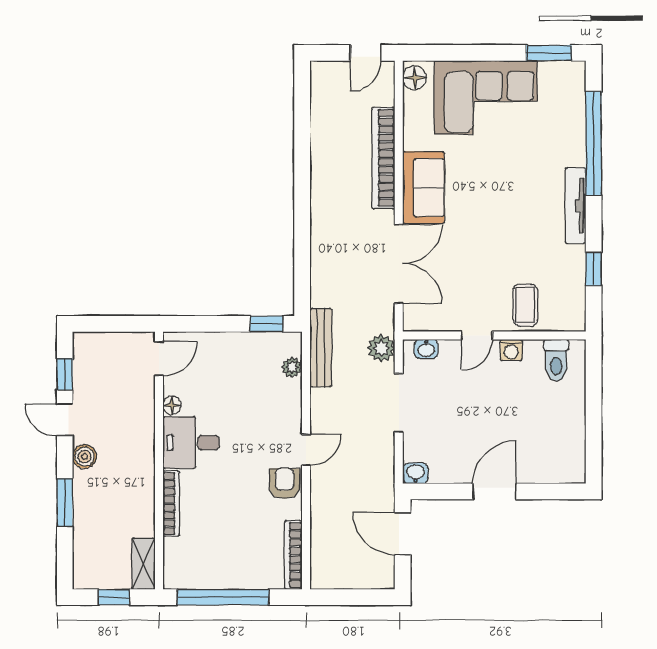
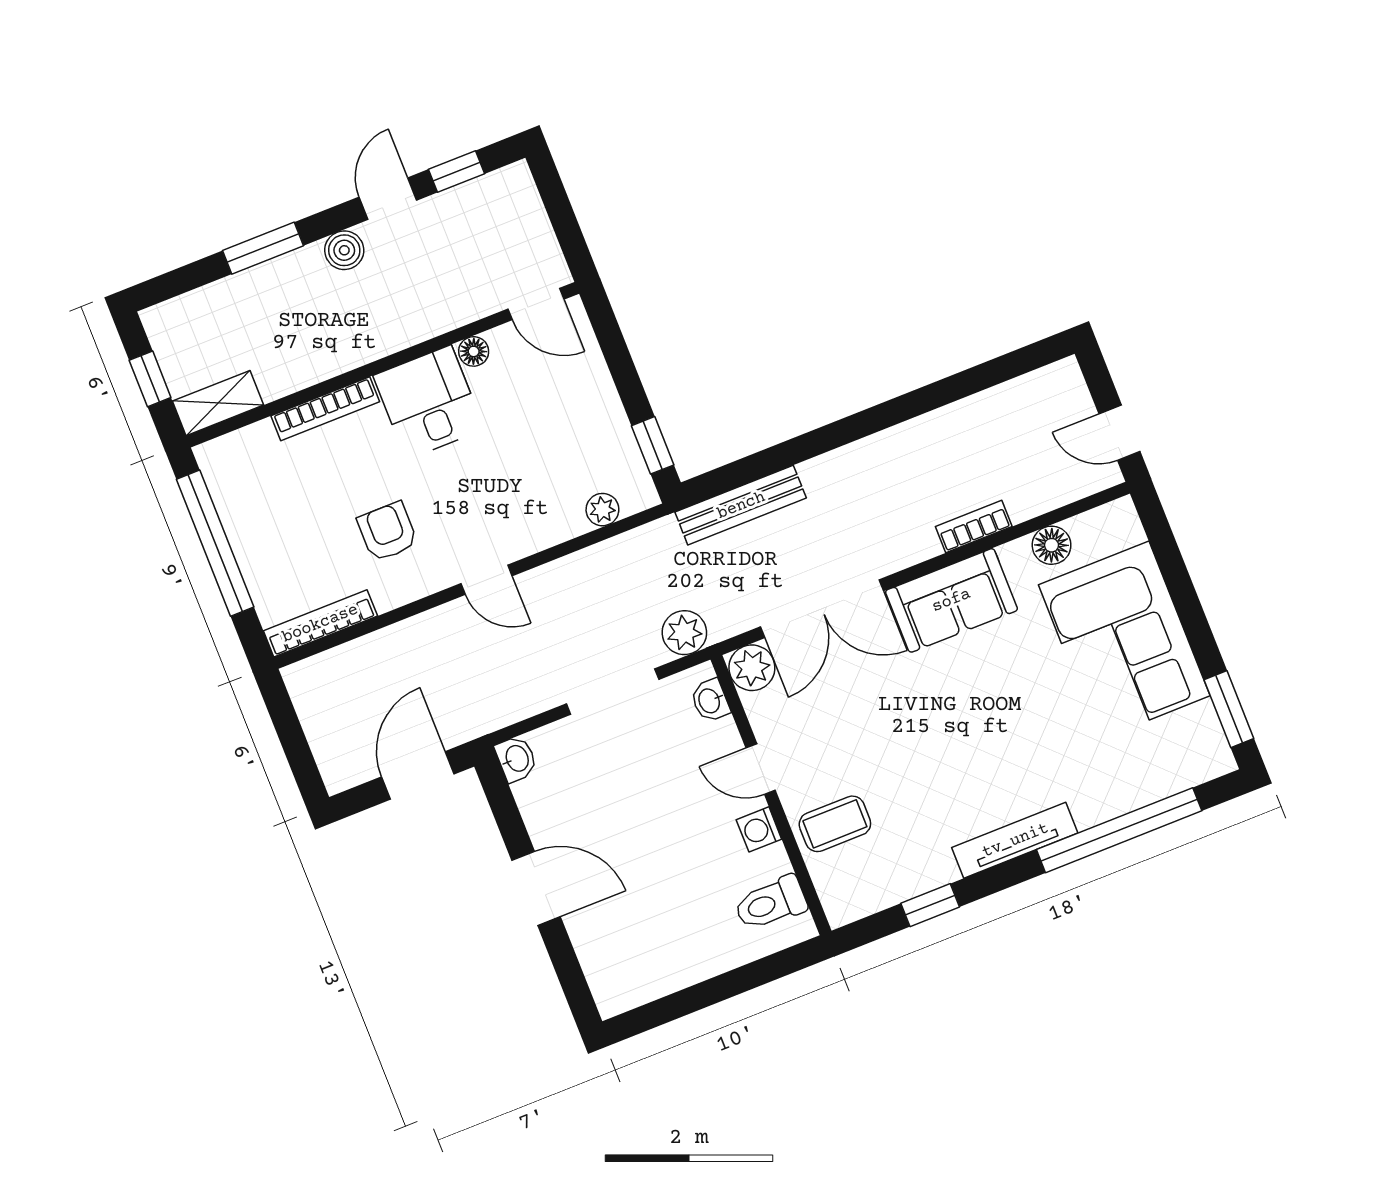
floor lamp: (415, 78) -> (1052, 545), moved
bookcase: (383, 158) -> (974, 526), width x0.43, depth x0.76
plant: (417, 317) -> (752, 668), added
bench: (321, 348) -> (741, 505), moved
armchair: (285, 483) -> (387, 532), moved, turned -90

